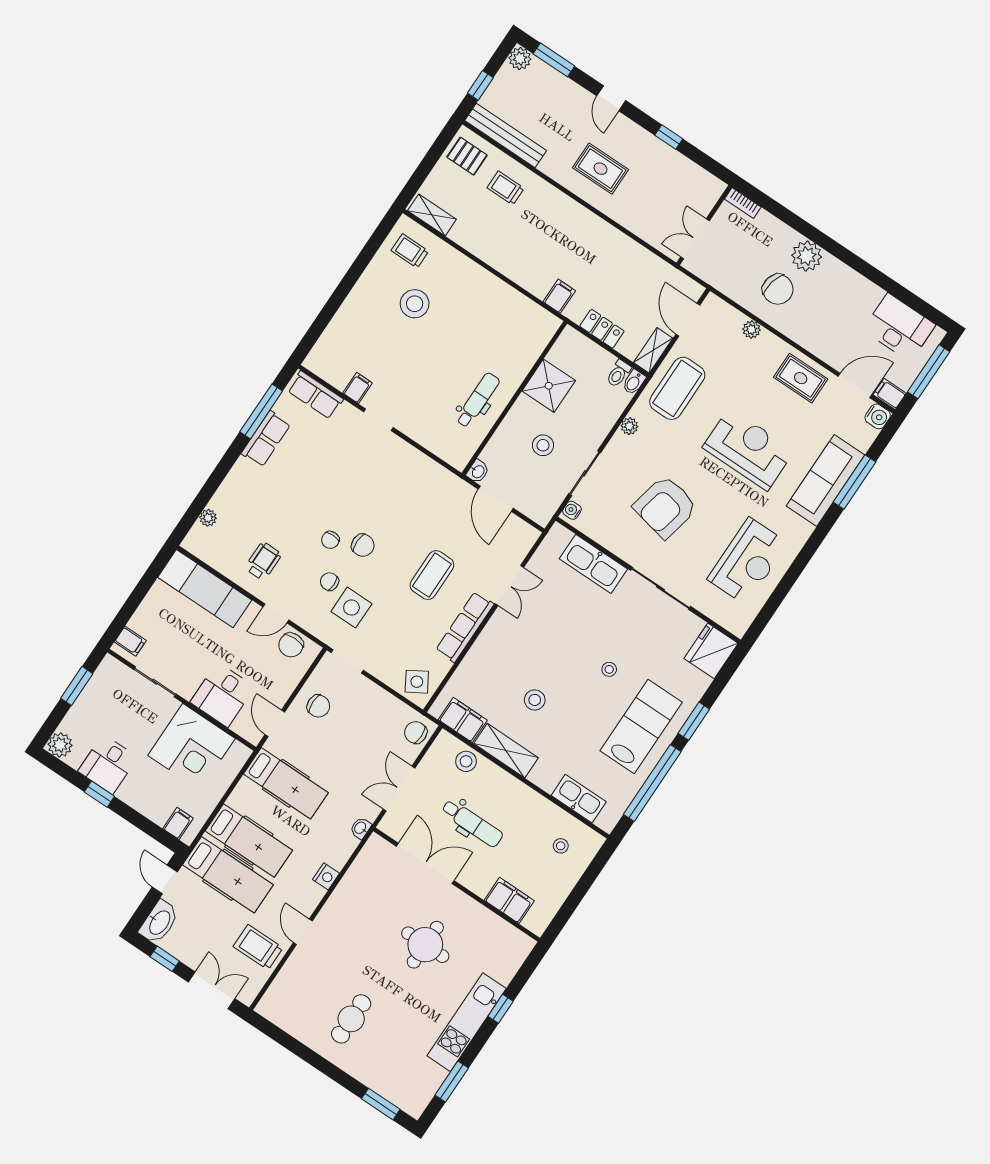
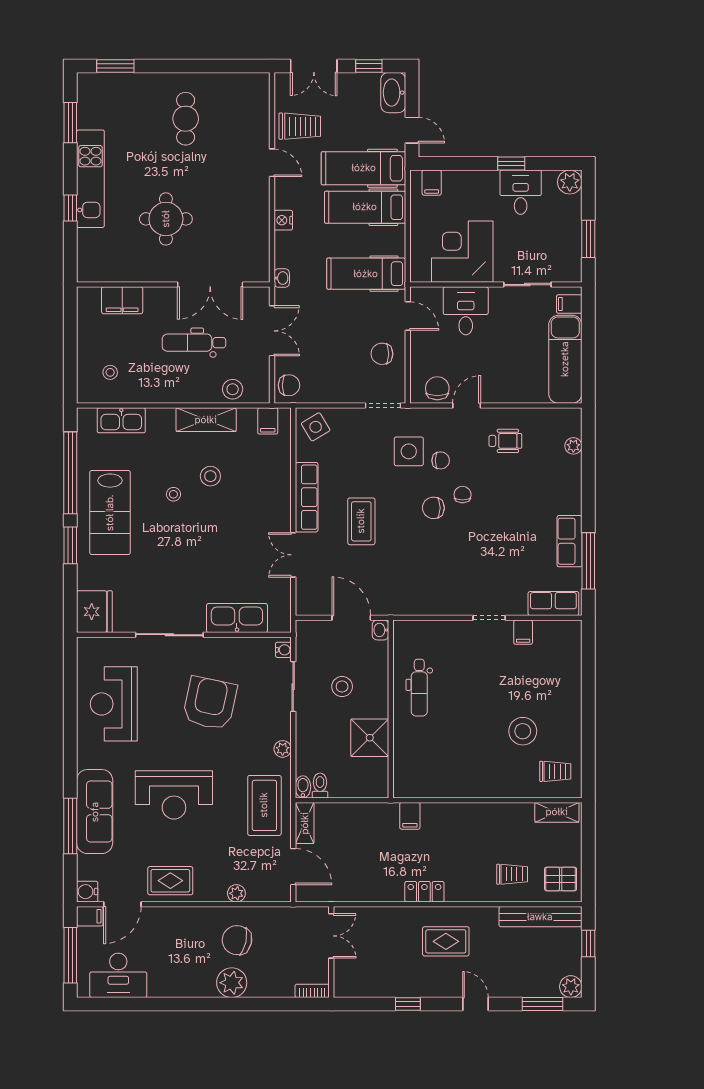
locker: (602, 329) -> (424, 892), moved, turned 180
wheelchair: (263, 561) -> (505, 441), turned -90
exam couch: (205, 589) -> (565, 359), moved, turned -90
stool: (609, 669) -> (173, 494), moved
filing cabinet: (463, 720) -> (268, 421), width x0.50

